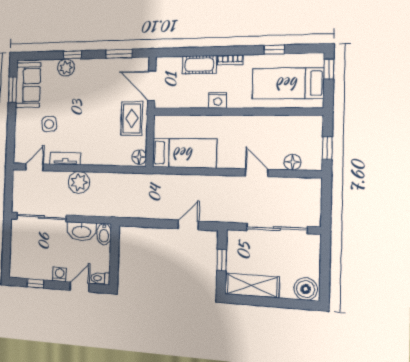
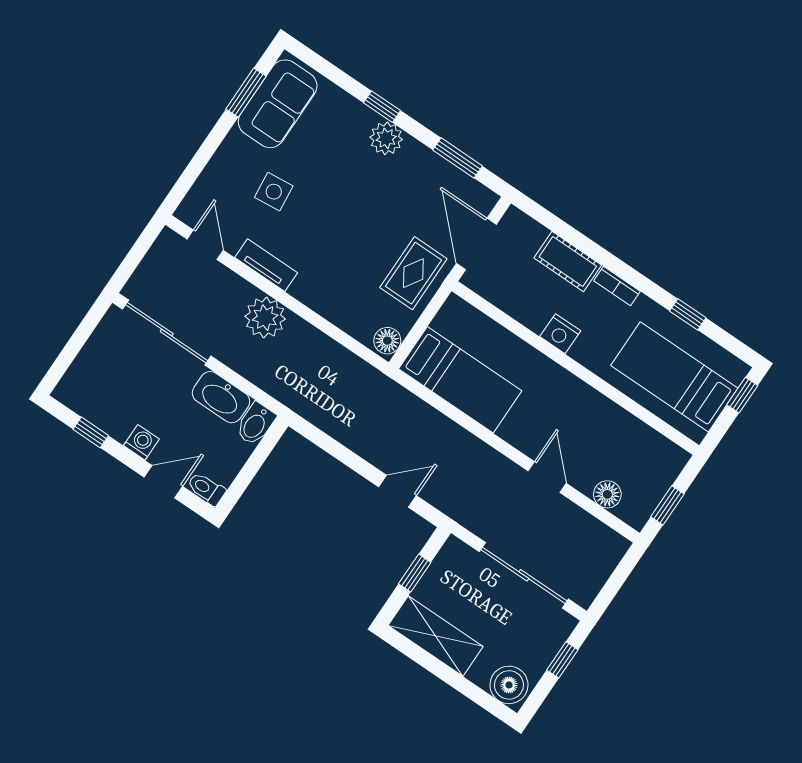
plant: (66, 68) -> (386, 138), moved
door: (34, 167) -> (205, 245), hinge flipped
window: (325, 260) -> (562, 660), added

